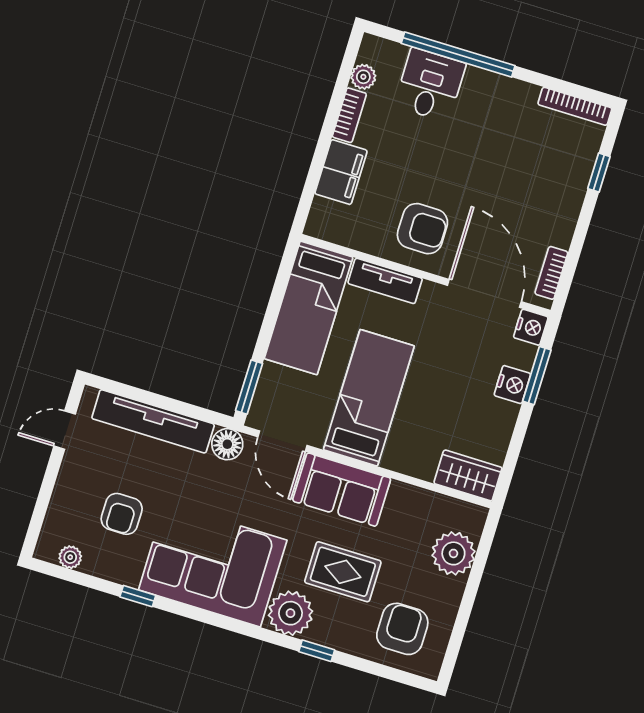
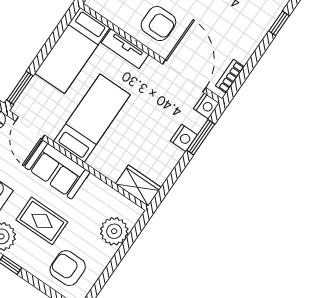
armchair: (402, 629) -> (68, 268), turned -90

